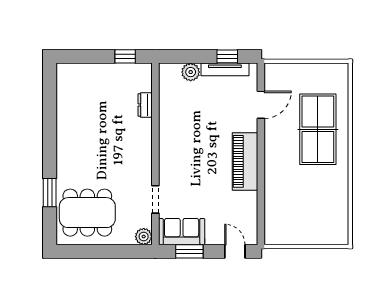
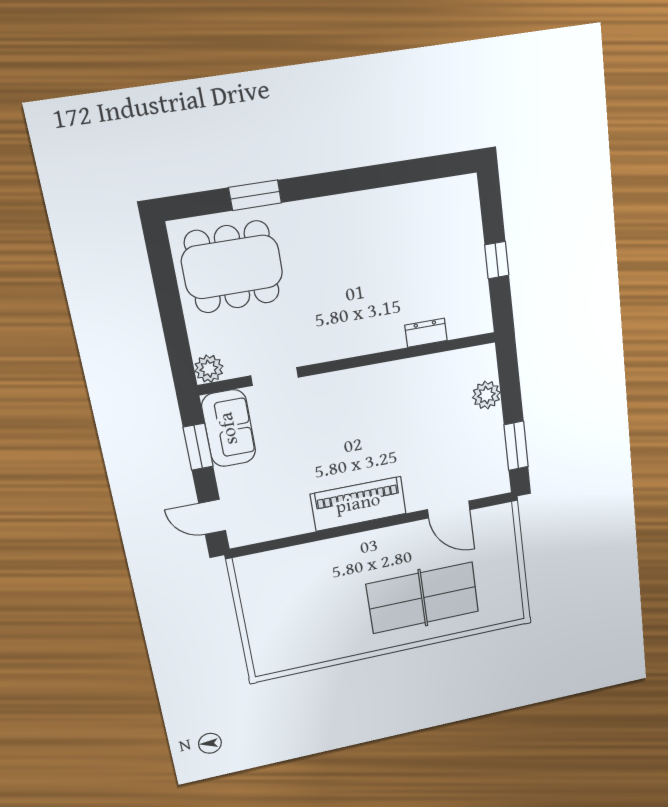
window: (125, 56) -> (497, 260), moved
window: (227, 56) -> (516, 446), width x1.50
tv unit: (225, 69) -> (496, 446), removed
dining table: (87, 213) -> (232, 267), turned 90
door: (235, 251) -> (212, 517), swing flipped

